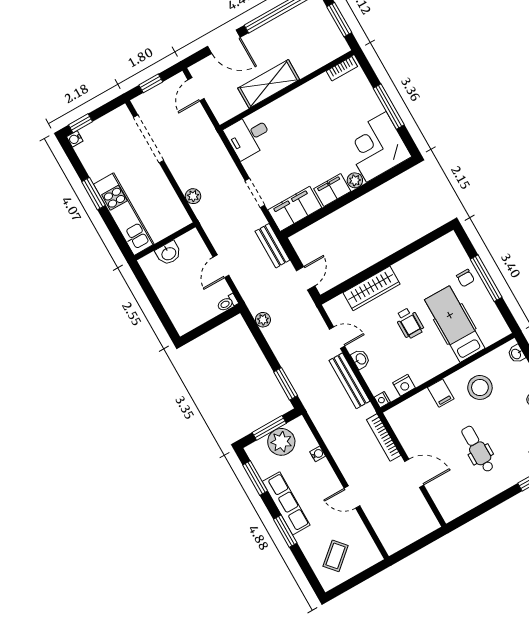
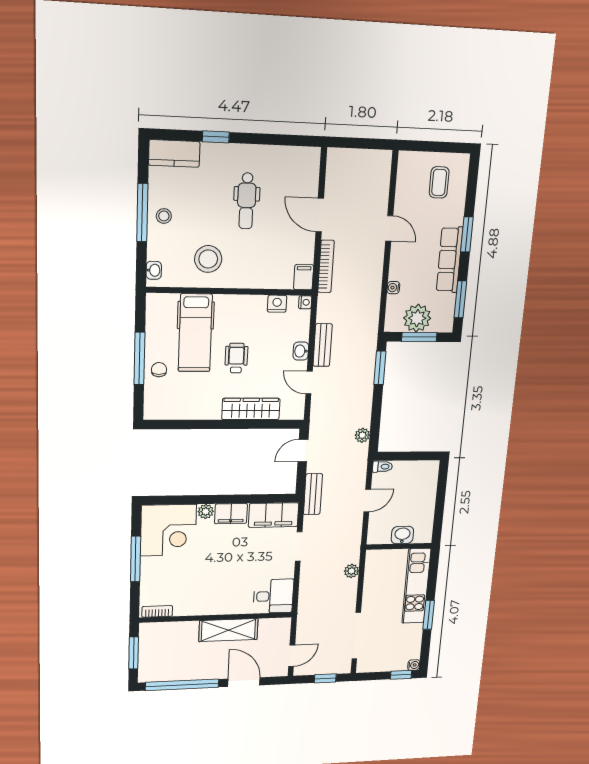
bench: (349, 381) -> (323, 345), width x0.73
filing cabinet: (441, 393) -> (304, 277), moved
coffee table: (336, 556) -> (439, 182), turned -49

